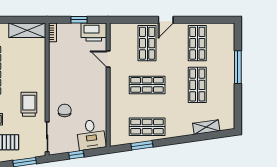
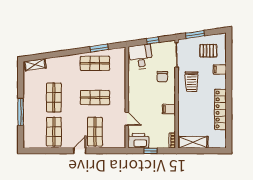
filing cabinet: (57, 71) -> (169, 109), added
shelving: (206, 127) -> (35, 65), moved

